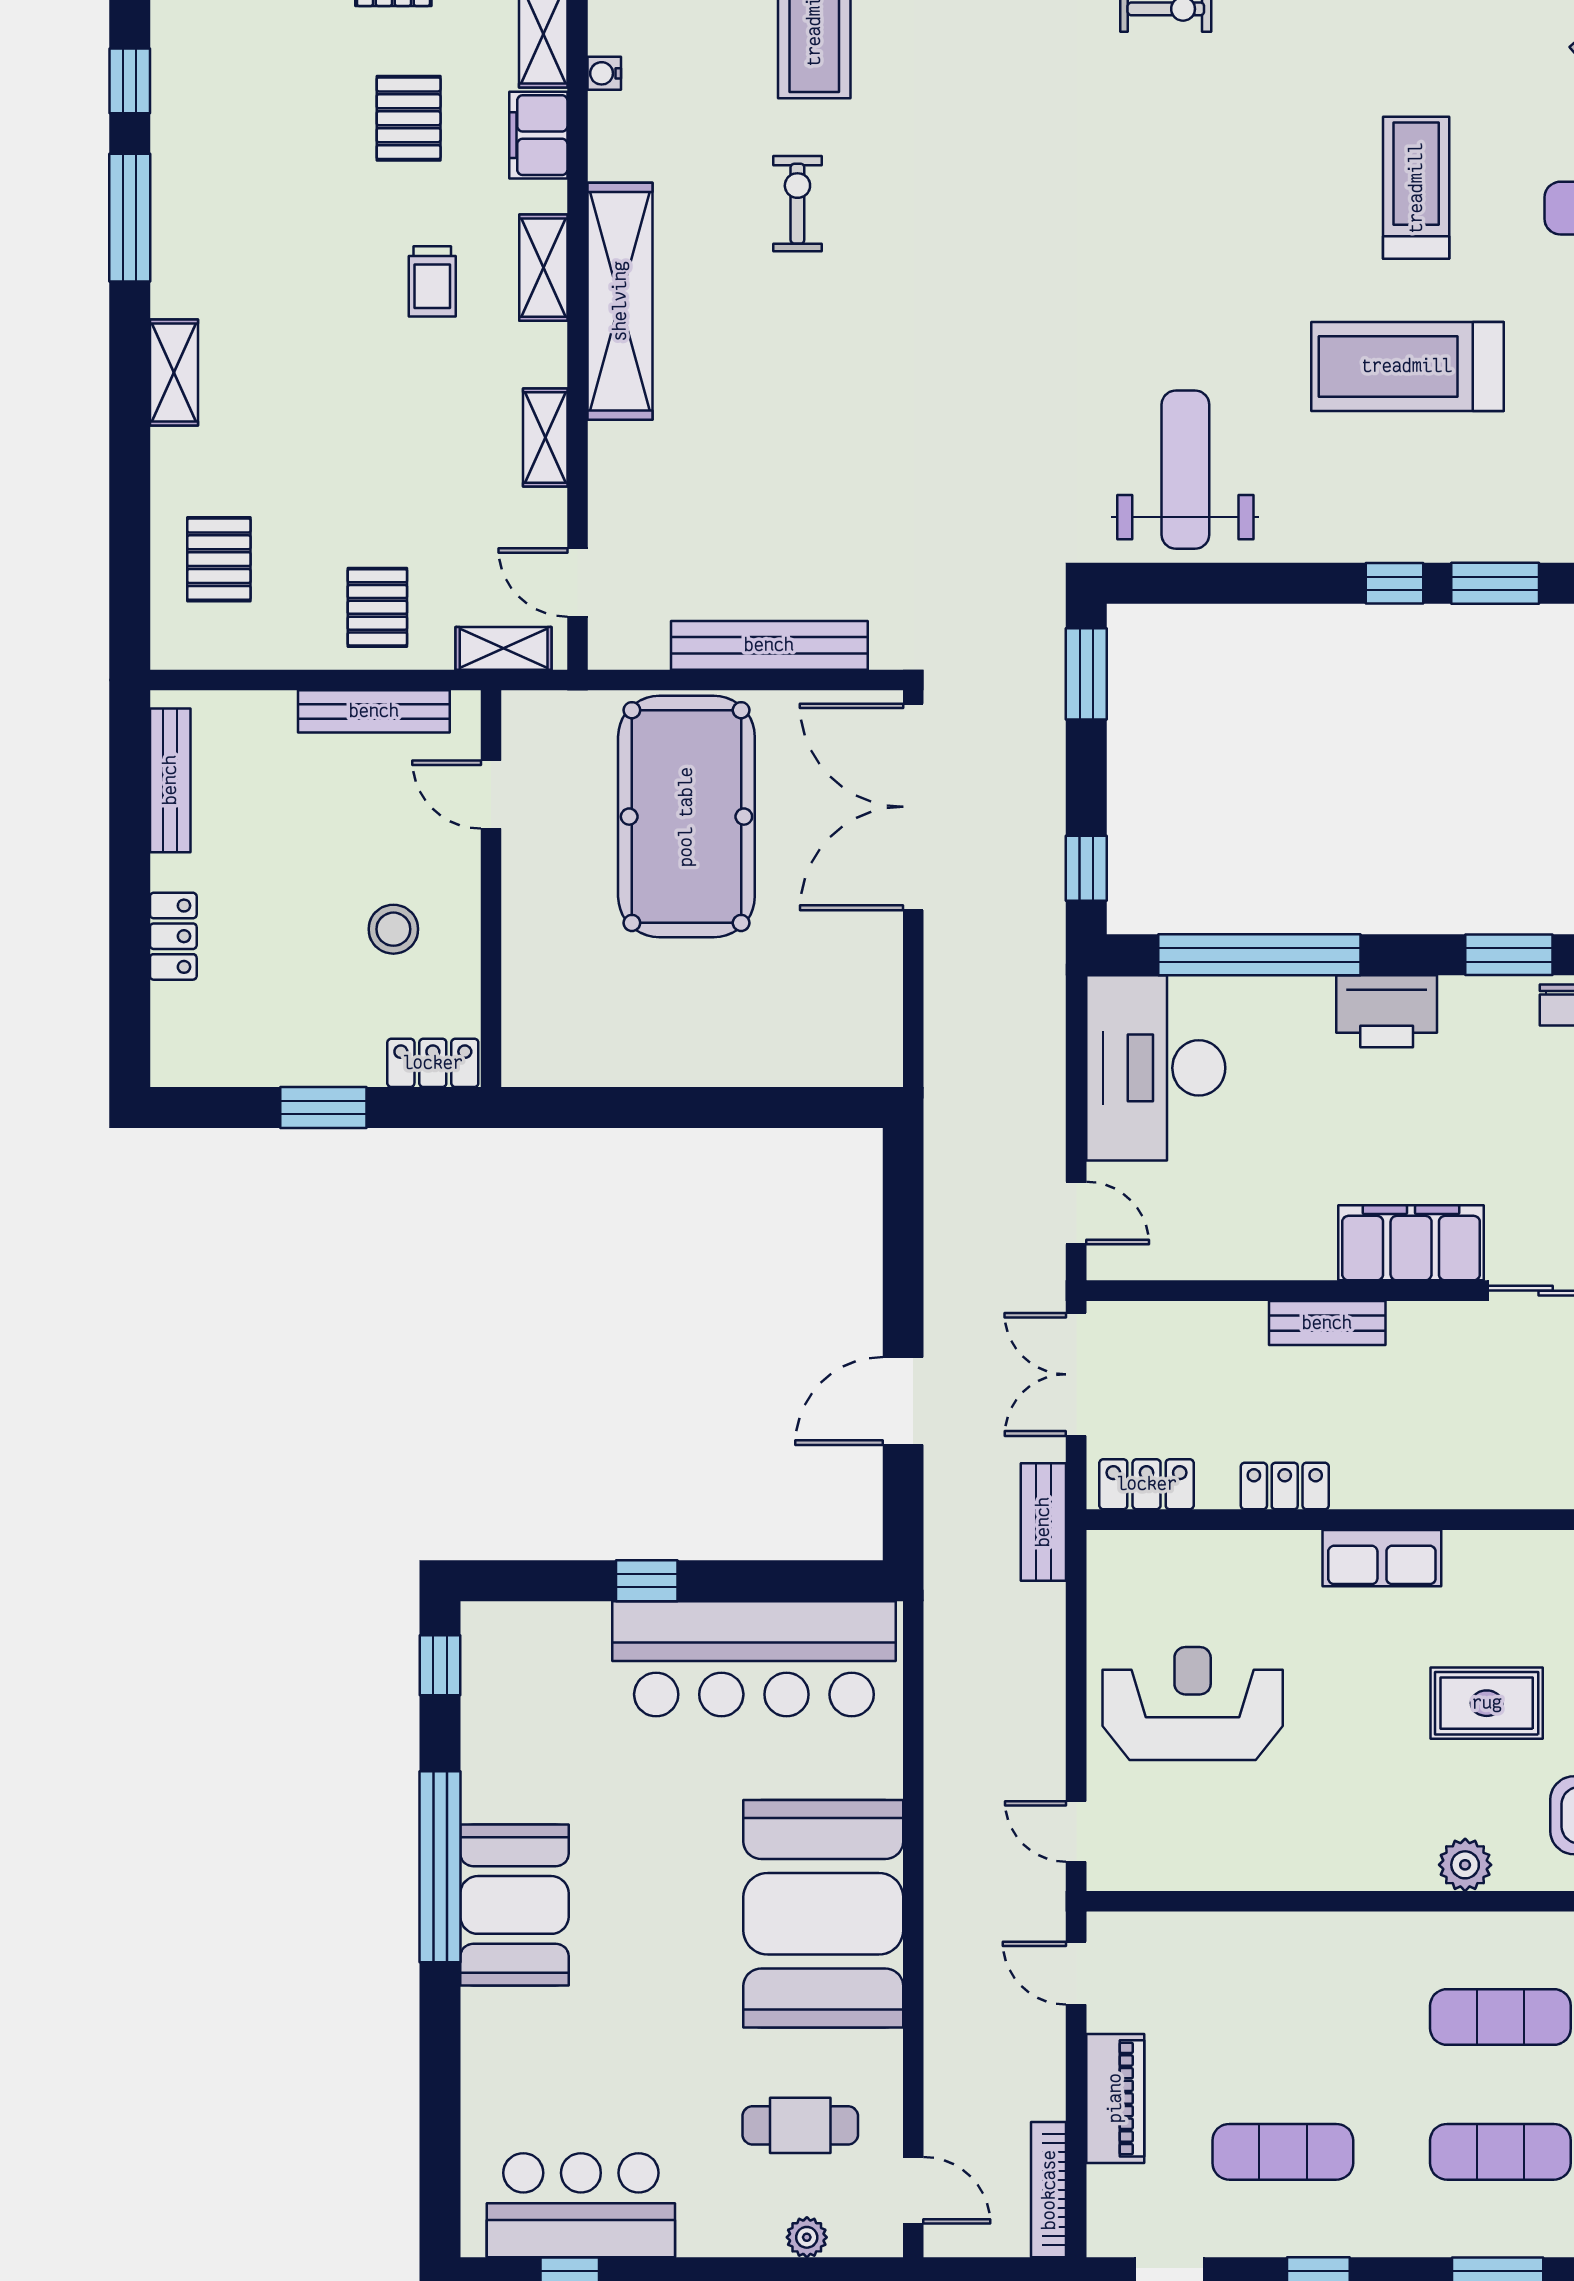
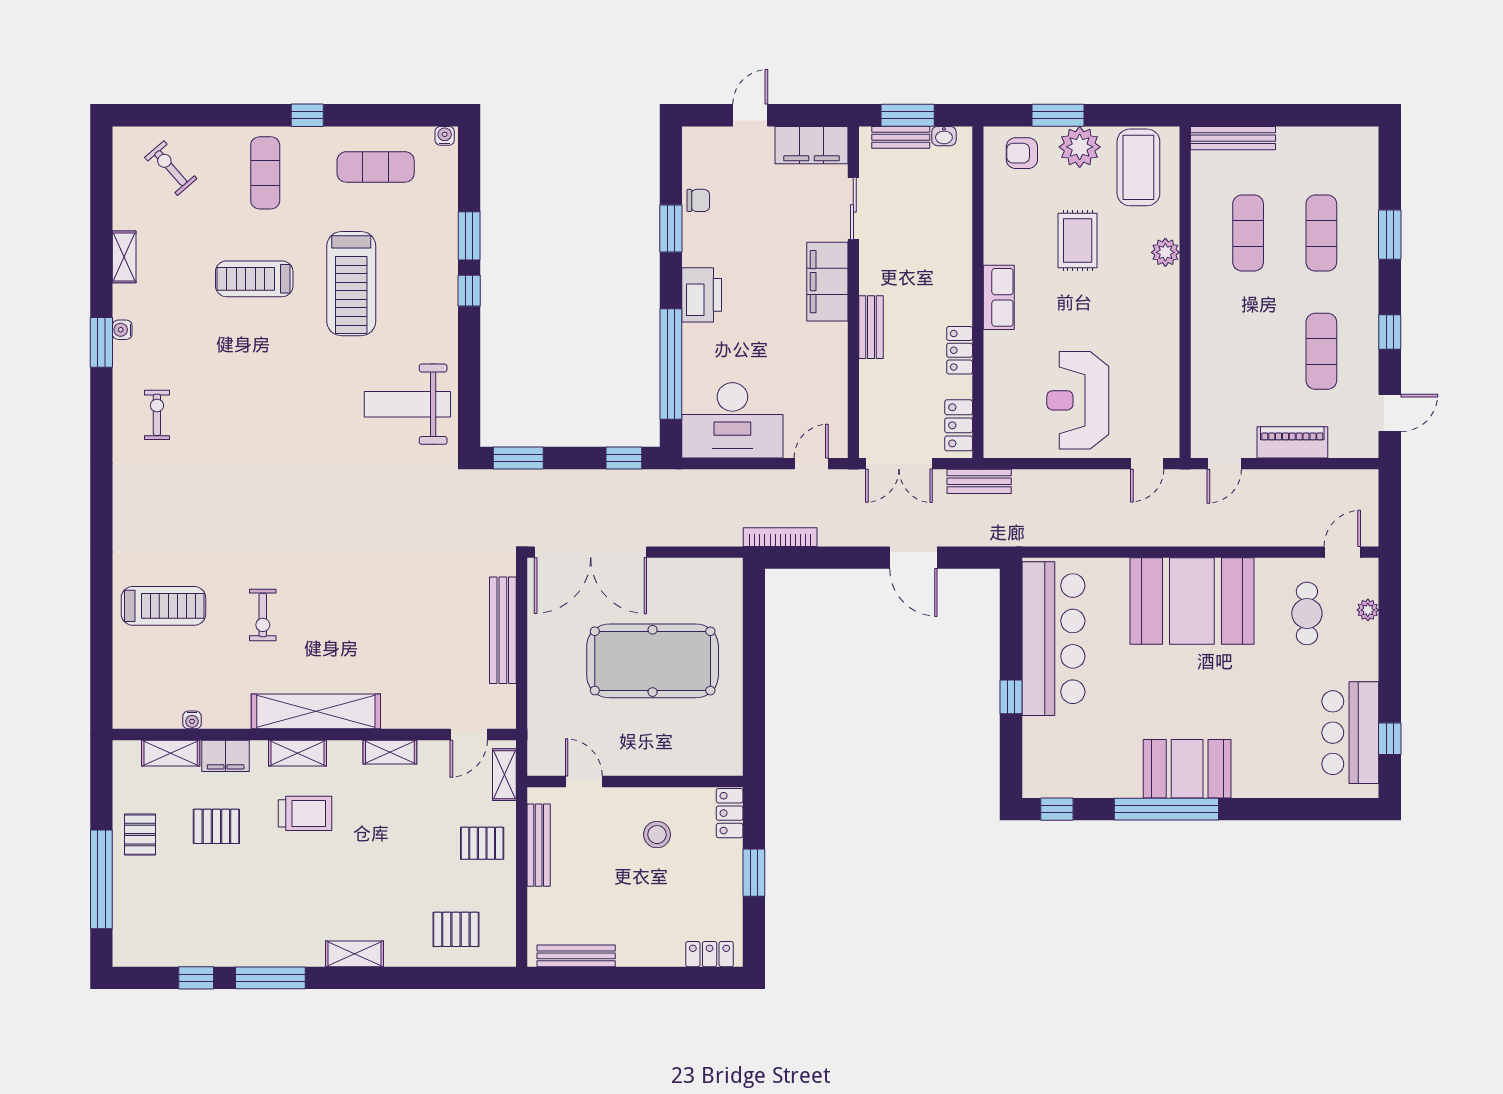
exercise bike: (797, 204) -> (263, 615), turned -90
trolley: (432, 281) -> (305, 813), width x1.36, depth x1.39
door: (491, 795) -> (584, 782), swing flipped
pool table: (686, 817) -> (653, 661), moved
locker: (173, 936) -> (710, 954), moved
bookcase: (1049, 2190) -> (780, 537), moved, turned 180

